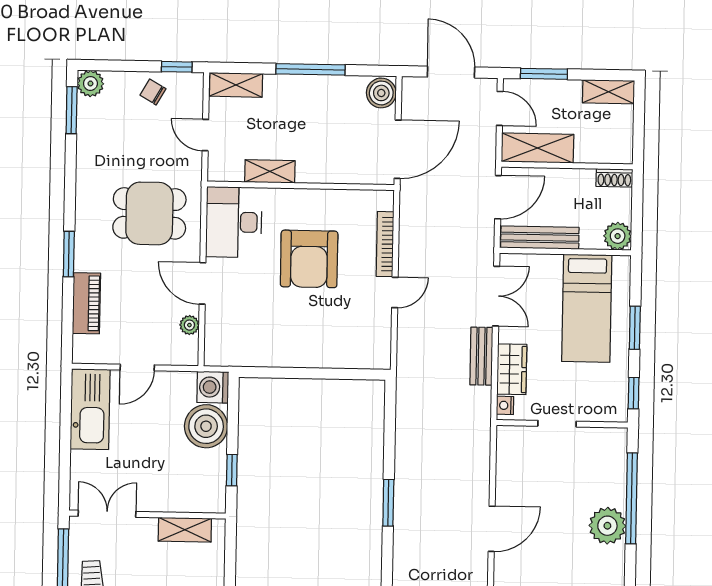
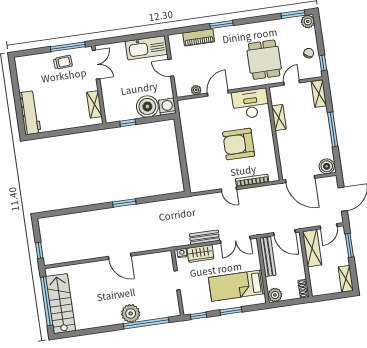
dining table: (149, 213) -> (264, 60), moved

